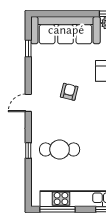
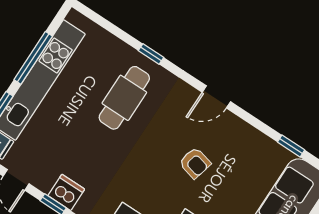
door: (28, 103) -> (216, 97), swing flipped
window: (57, 209) -> (33, 58), moved

